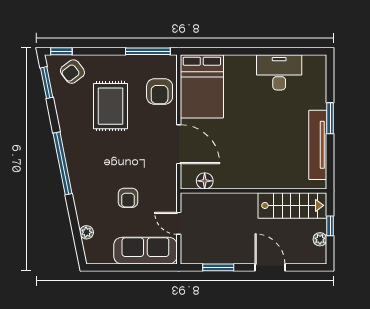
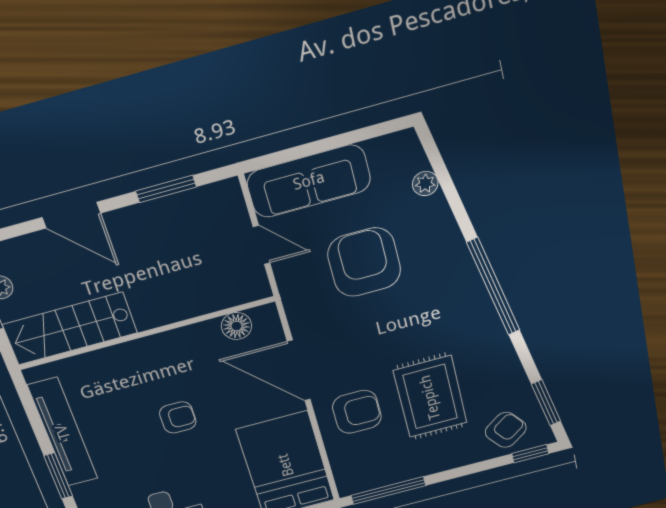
armchair: (160, 91) -> (357, 412), moved, turned 90
armchair: (253, 135) -> (178, 417), added
armchair: (128, 198) -> (364, 262), width x1.88, depth x1.88

